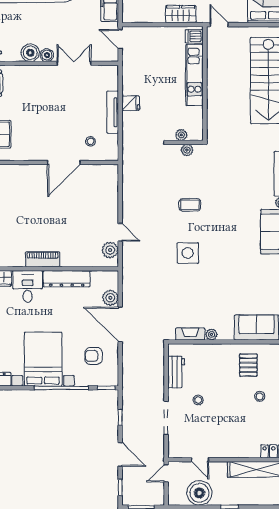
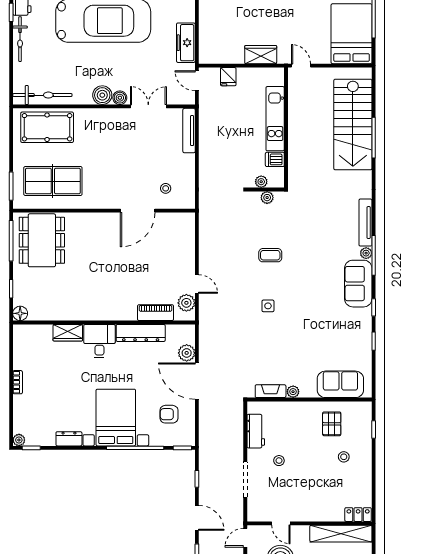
dishwasher: (194, 36) -> (275, 159), moved
fridge: (131, 103) -> (228, 77), moved, turned 90
tv unit: (113, 112) -> (189, 131), moved
side table: (188, 253) -> (268, 306), width x0.54, depth x0.54
piano: (43, 259) -> (156, 313), moved

